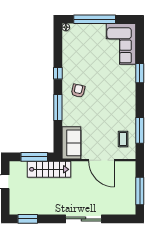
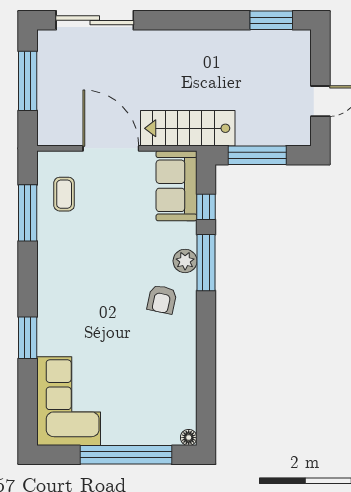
window: (58, 73) -> (206, 207), moved
plant: (67, 108) -> (185, 261), added
stairs: (49, 169) -> (188, 128), moved
sliding door: (83, 219) -> (95, 20), moved

